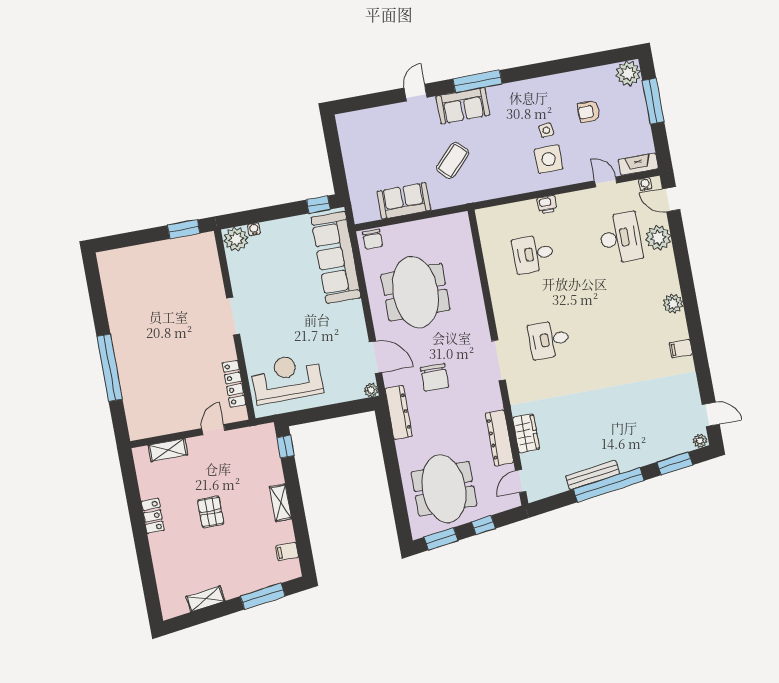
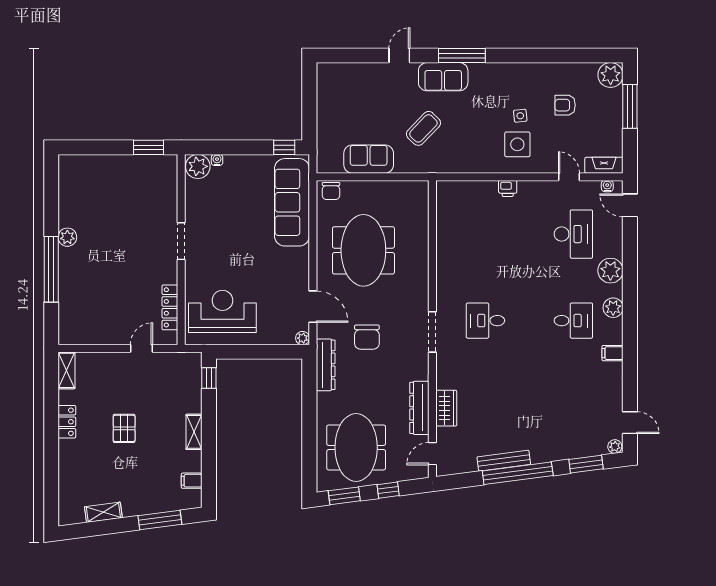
plant: (658, 238) -> (610, 271), moved
desk: (533, 254) -> (573, 321), moved, turned 180
plant: (120, 333) -> (67, 237), added
shelving: (168, 450) -> (66, 370), moved, turned 90

